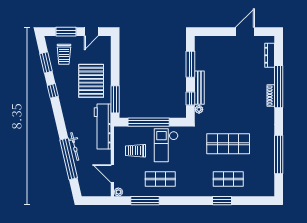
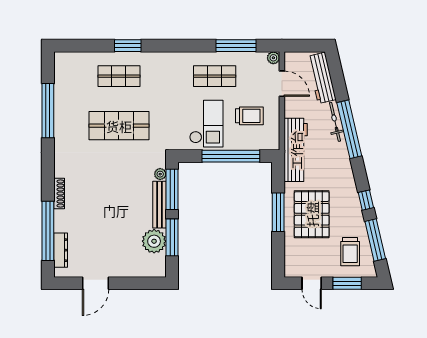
door: (91, 32) -> (312, 283), swing flipped
trolley: (64, 54) -> (350, 252), turned 180
window: (46, 62) -> (375, 240), width x1.44
plant: (203, 62) -> (154, 241), added
window: (279, 87) -> (48, 231), moved
window: (190, 98) -> (172, 189), width x2.17
window: (115, 99) -> (278, 212), moved
window: (69, 159) -> (349, 129), moved
workbench: (84, 178) -> (322, 78), added

